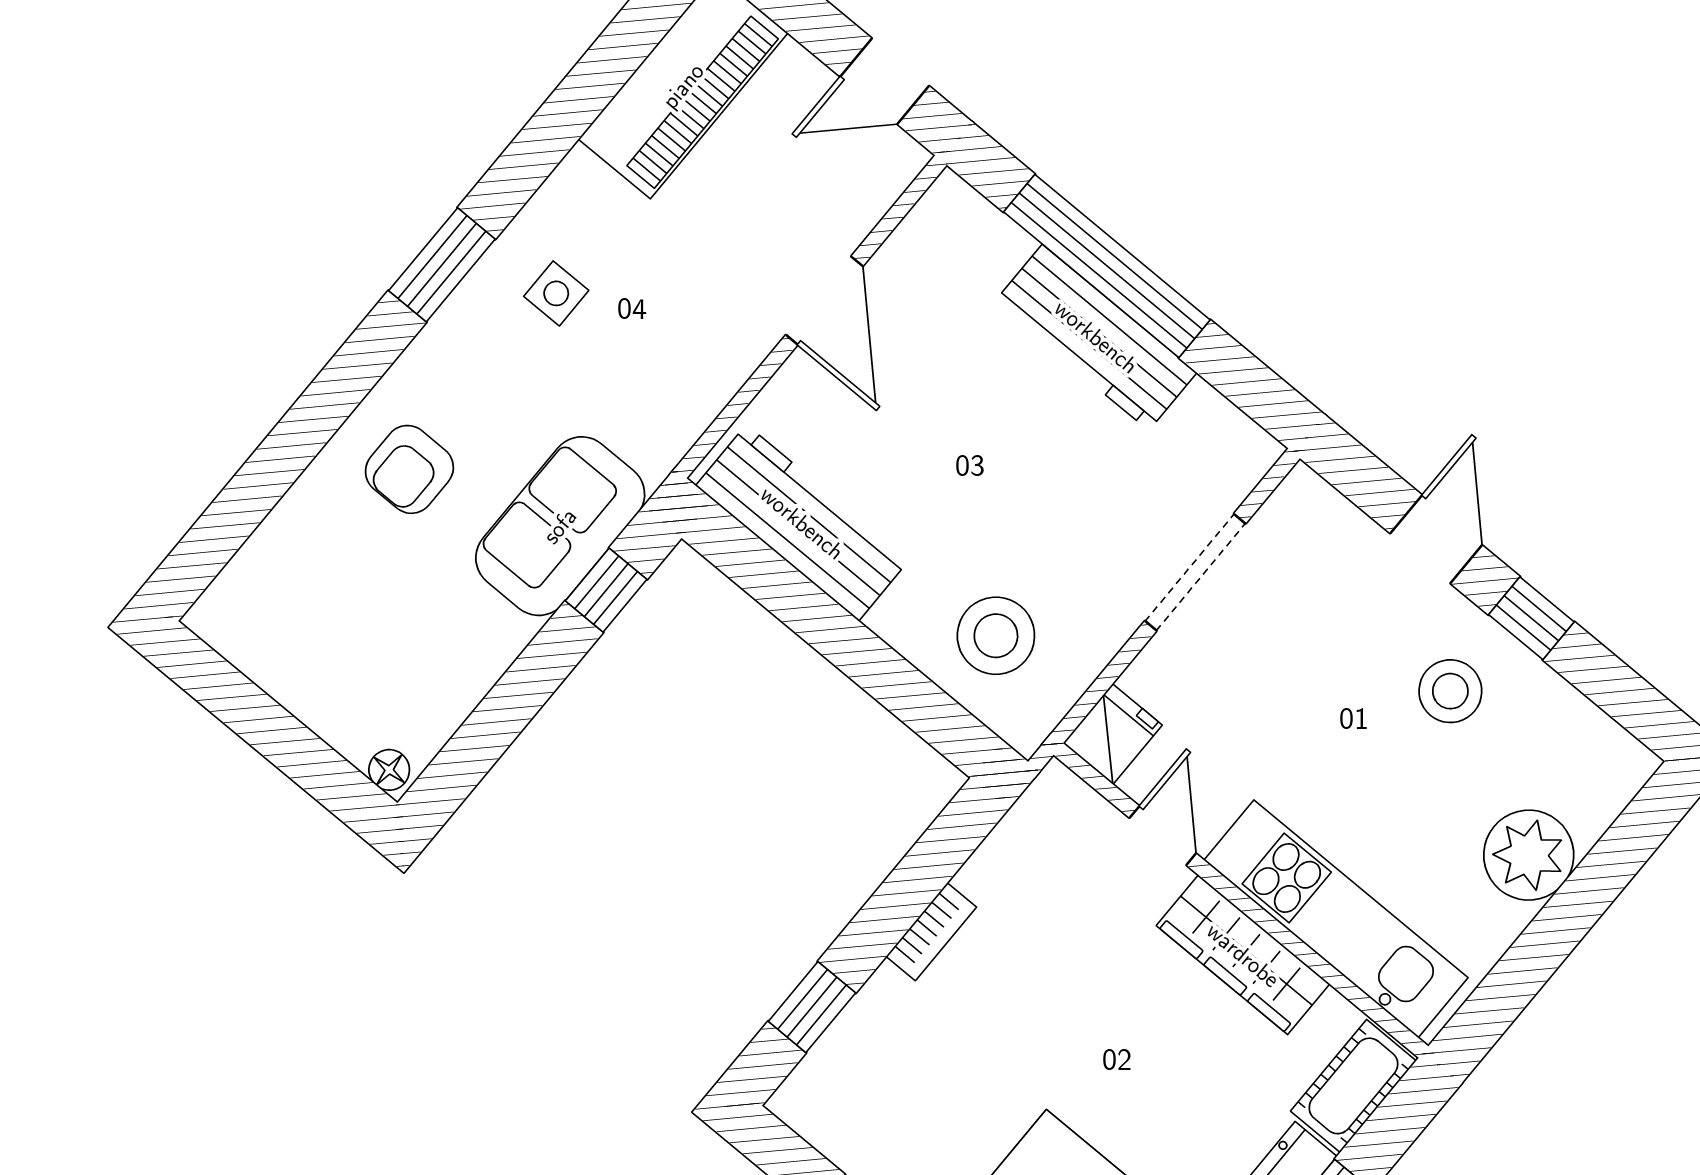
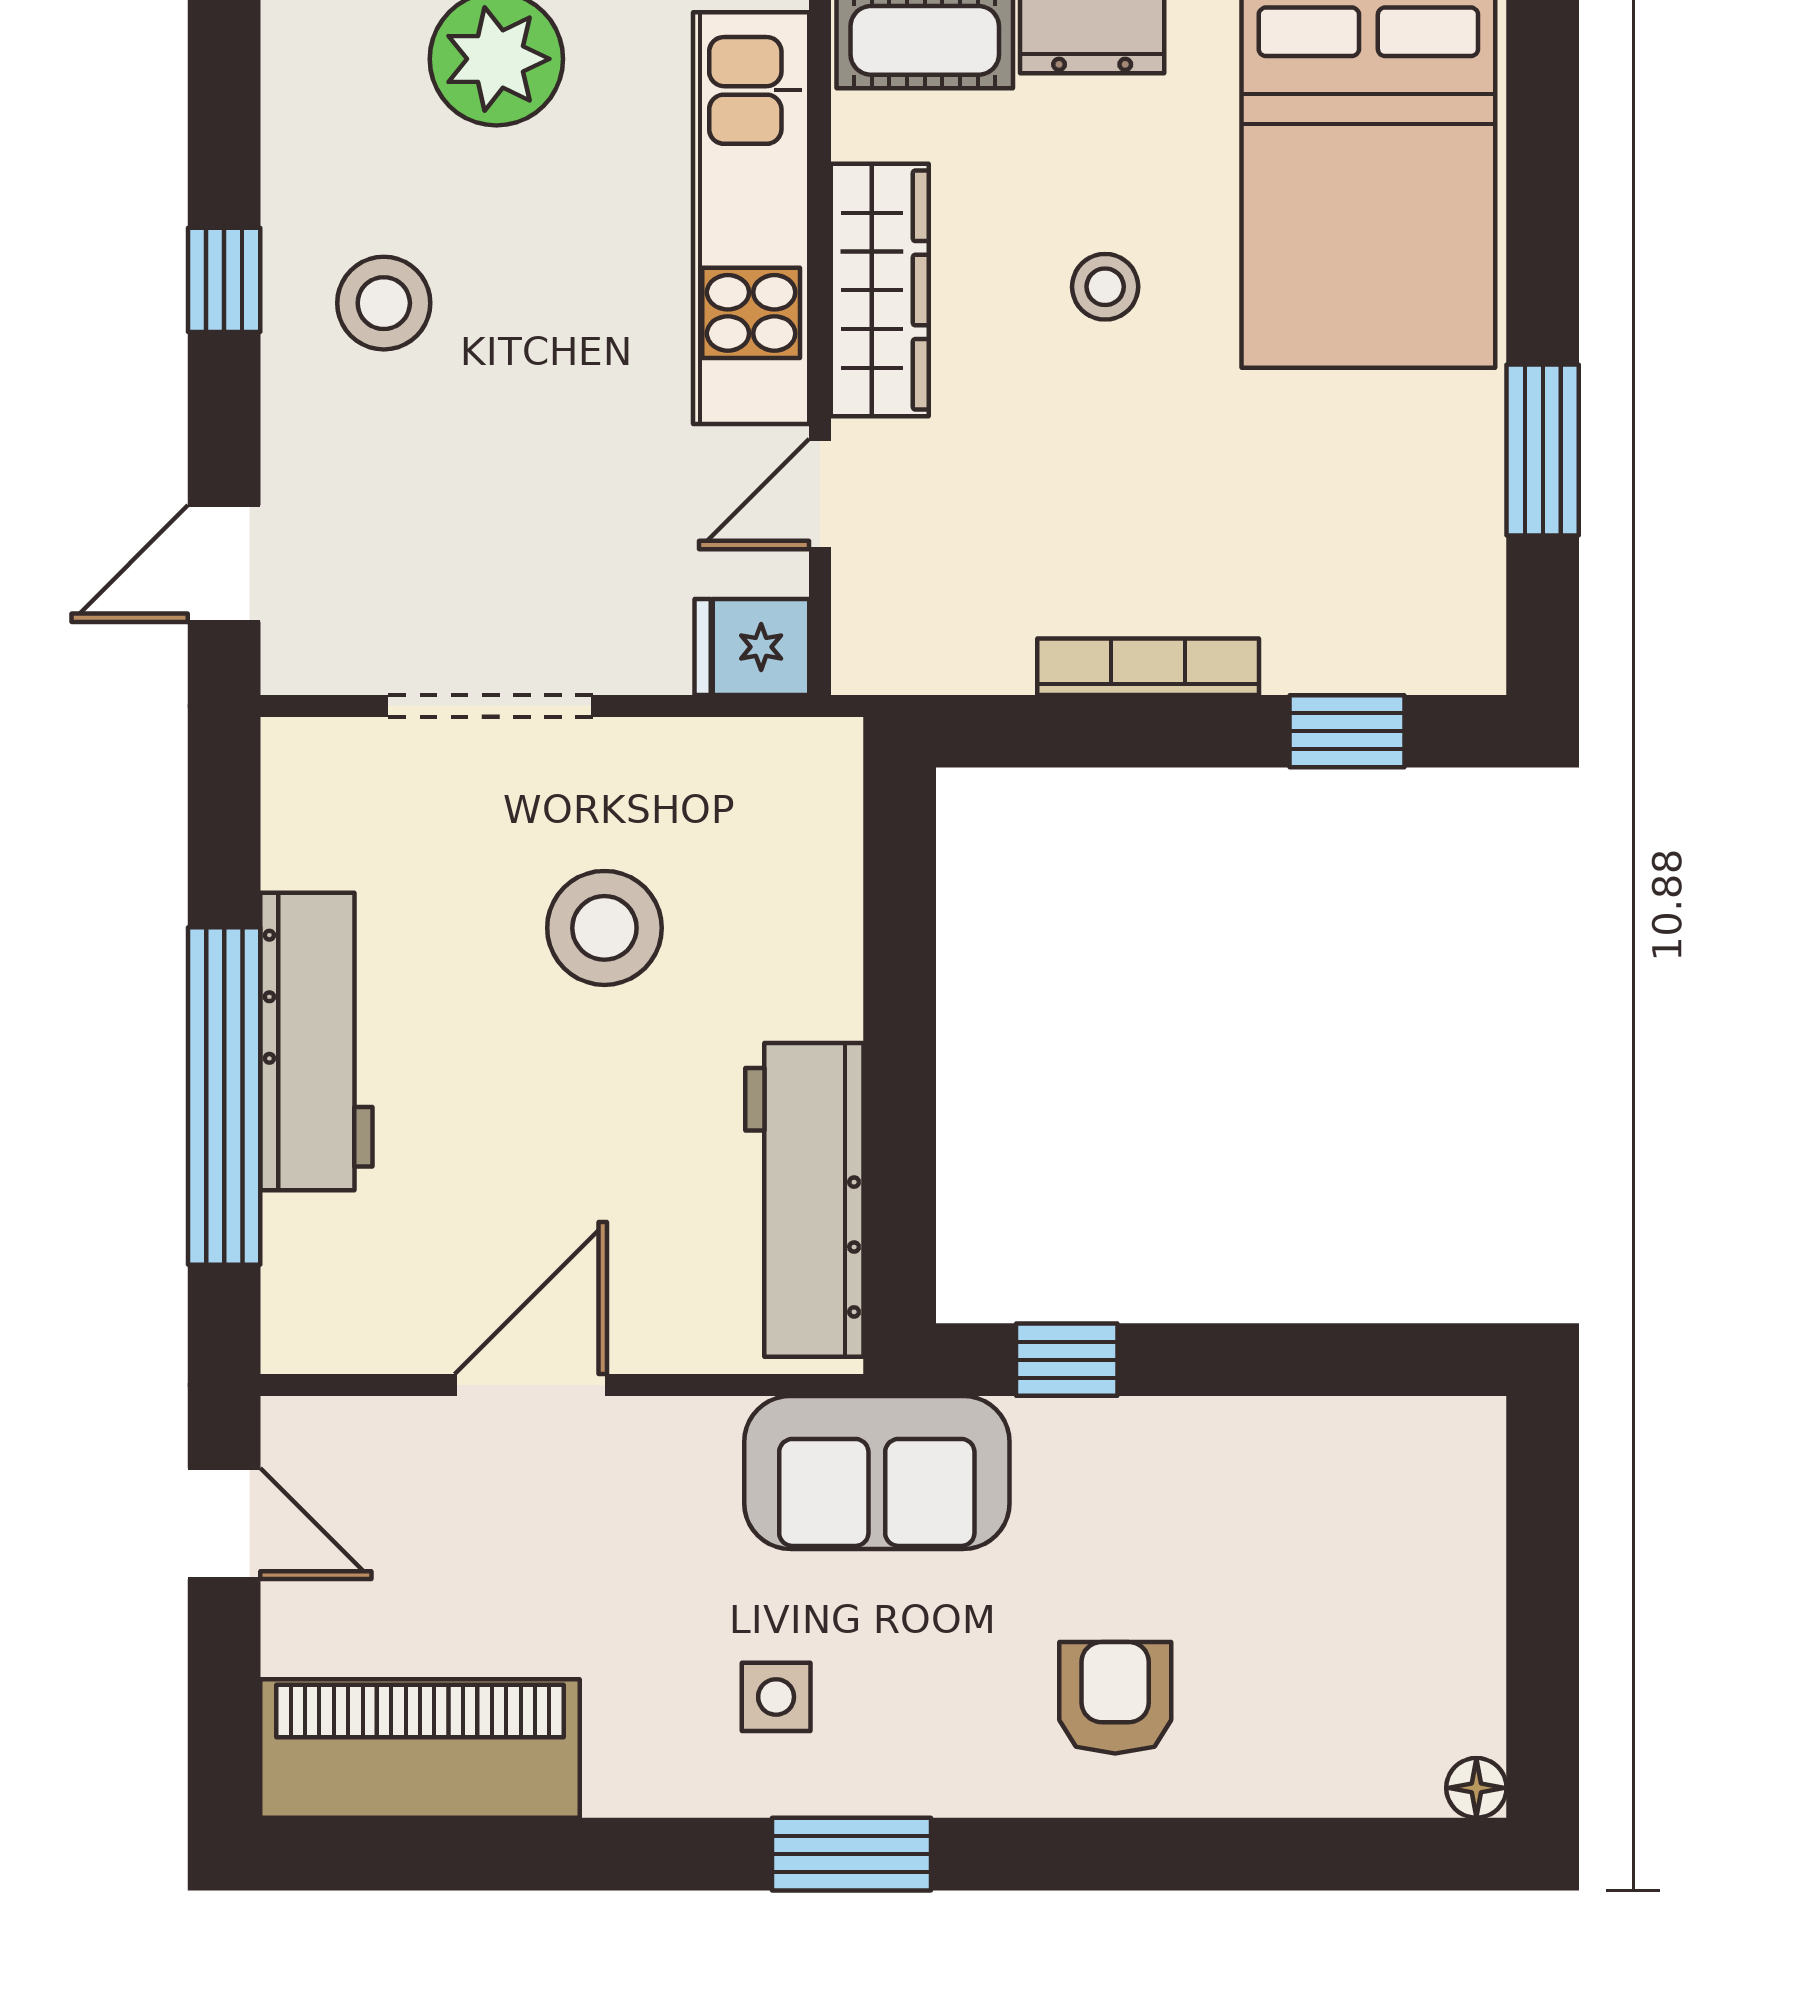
armchair: (409, 469) -> (1115, 1698), turned -90
sofa: (560, 526) -> (877, 1473), moved
door: (1436, 539) -> (224, 564), moved
stool: (996, 636) -> (604, 928), moved
floor lamp: (389, 770) -> (1476, 1788), moved
bookcase: (931, 932) -> (1148, 667), width x1.56
stool: (1147, 1073) -> (1105, 287), added

